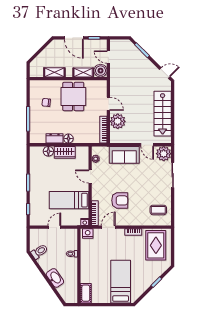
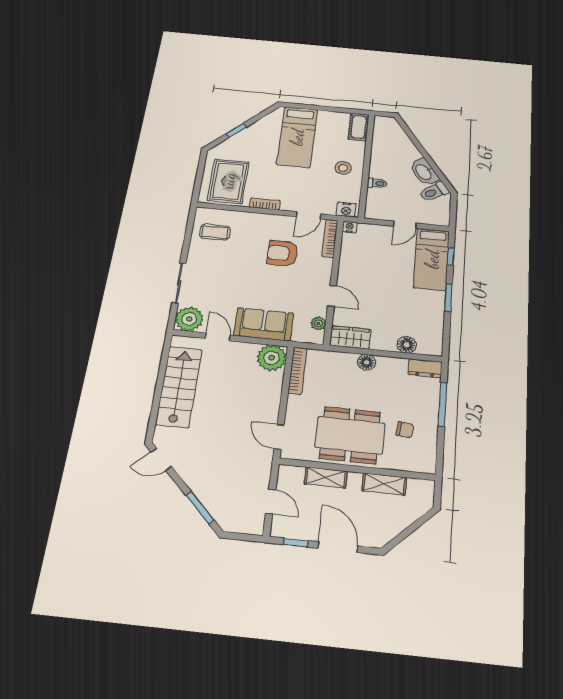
boiler: (101, 71) -> (290, 477), removed
dining table: (73, 96) -> (350, 435), width x1.38
door: (108, 104) -> (279, 437), moved
plant: (118, 121) -> (272, 358), moved
dresser: (55, 138) -> (425, 368), moved
wardrobe: (65, 152) -> (350, 337), moved
bed: (69, 200) -> (432, 259), moved, turned 90
stool: (92, 262) -> (343, 168), added
washbasin: (55, 278) -> (424, 172), moved

